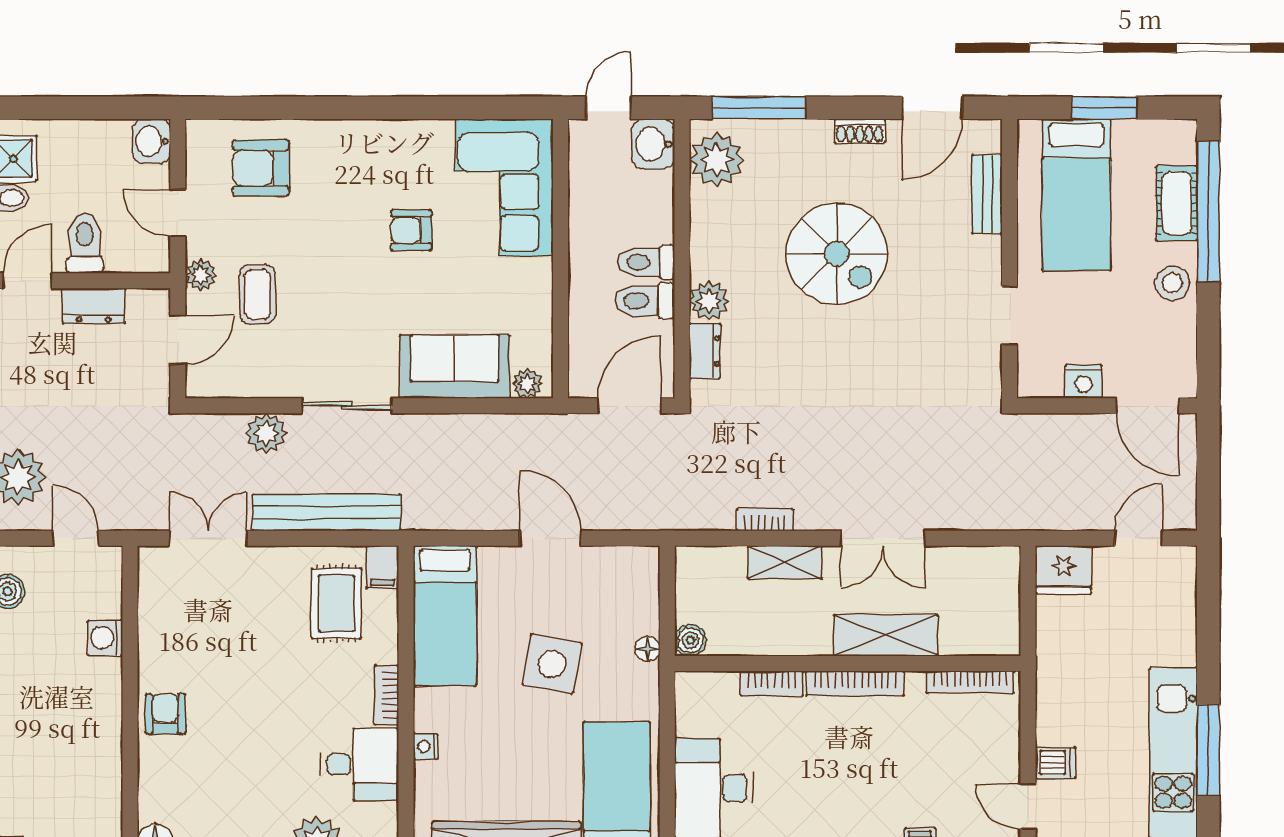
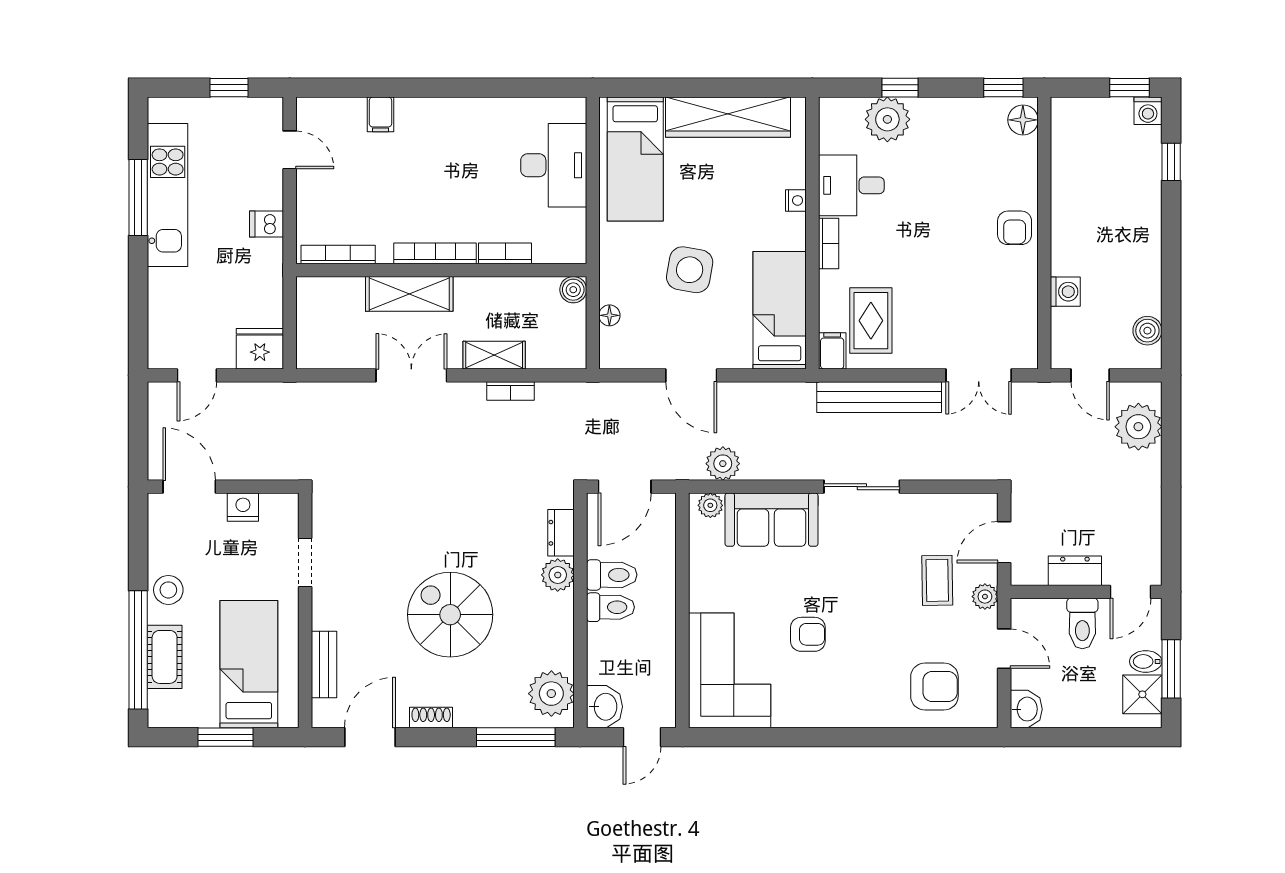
plant: (266, 433) -> (723, 464), moved
floor lamp: (647, 649) -> (609, 315), moved
dishwasher: (1055, 763) -> (267, 224), moved

